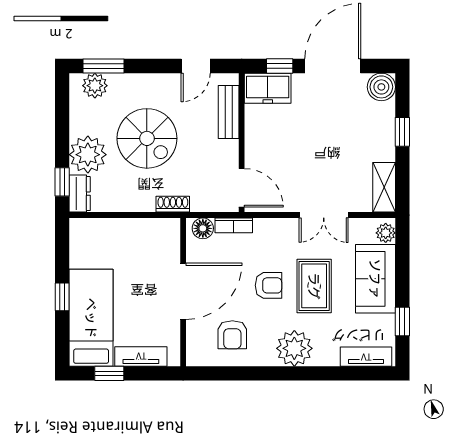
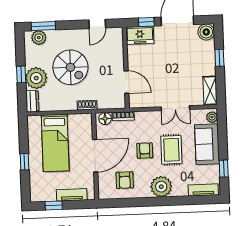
bench: (229, 112) -> (118, 50), removed
window: (62, 182) -> (21, 74), moved
door: (242, 188) -> (126, 82), moved
armchair: (268, 285) -> (145, 150), turned -90
bed: (91, 318) -> (55, 143), moved, turned 180

